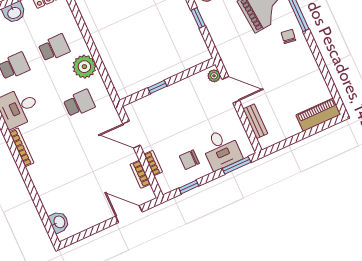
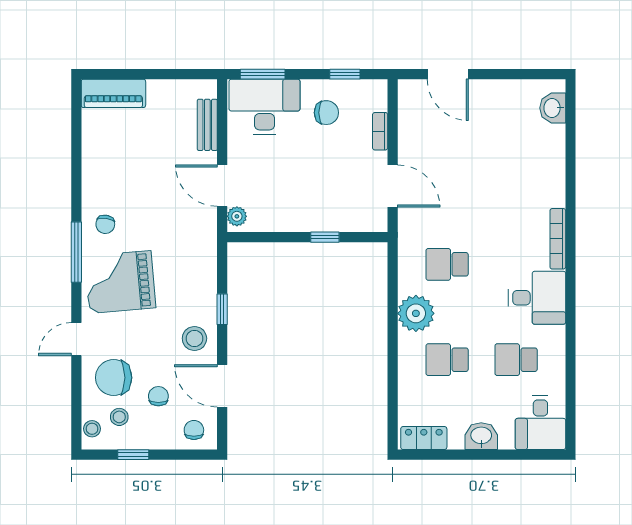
desk: (221, 149) -> (265, 107), width x1.37
bookcase: (140, 174) -> (406, 124), removed

